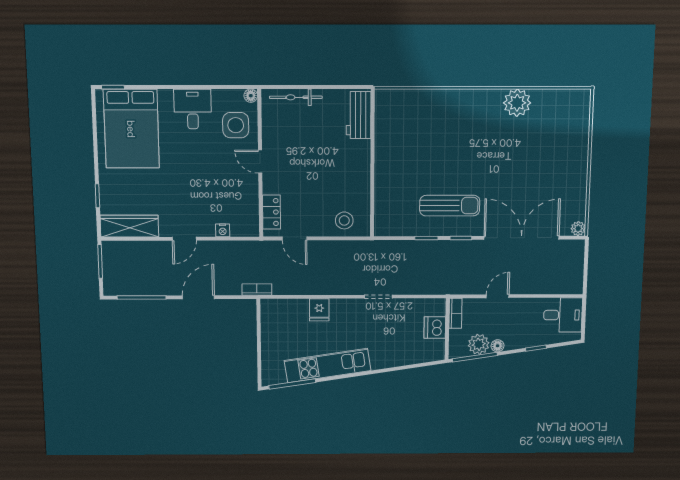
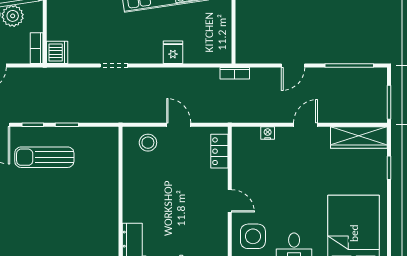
door: (295, 238) -> (179, 125), moved
door: (198, 297) -> (293, 66), width x0.73
dishwasher: (435, 327) -> (57, 52), moved

